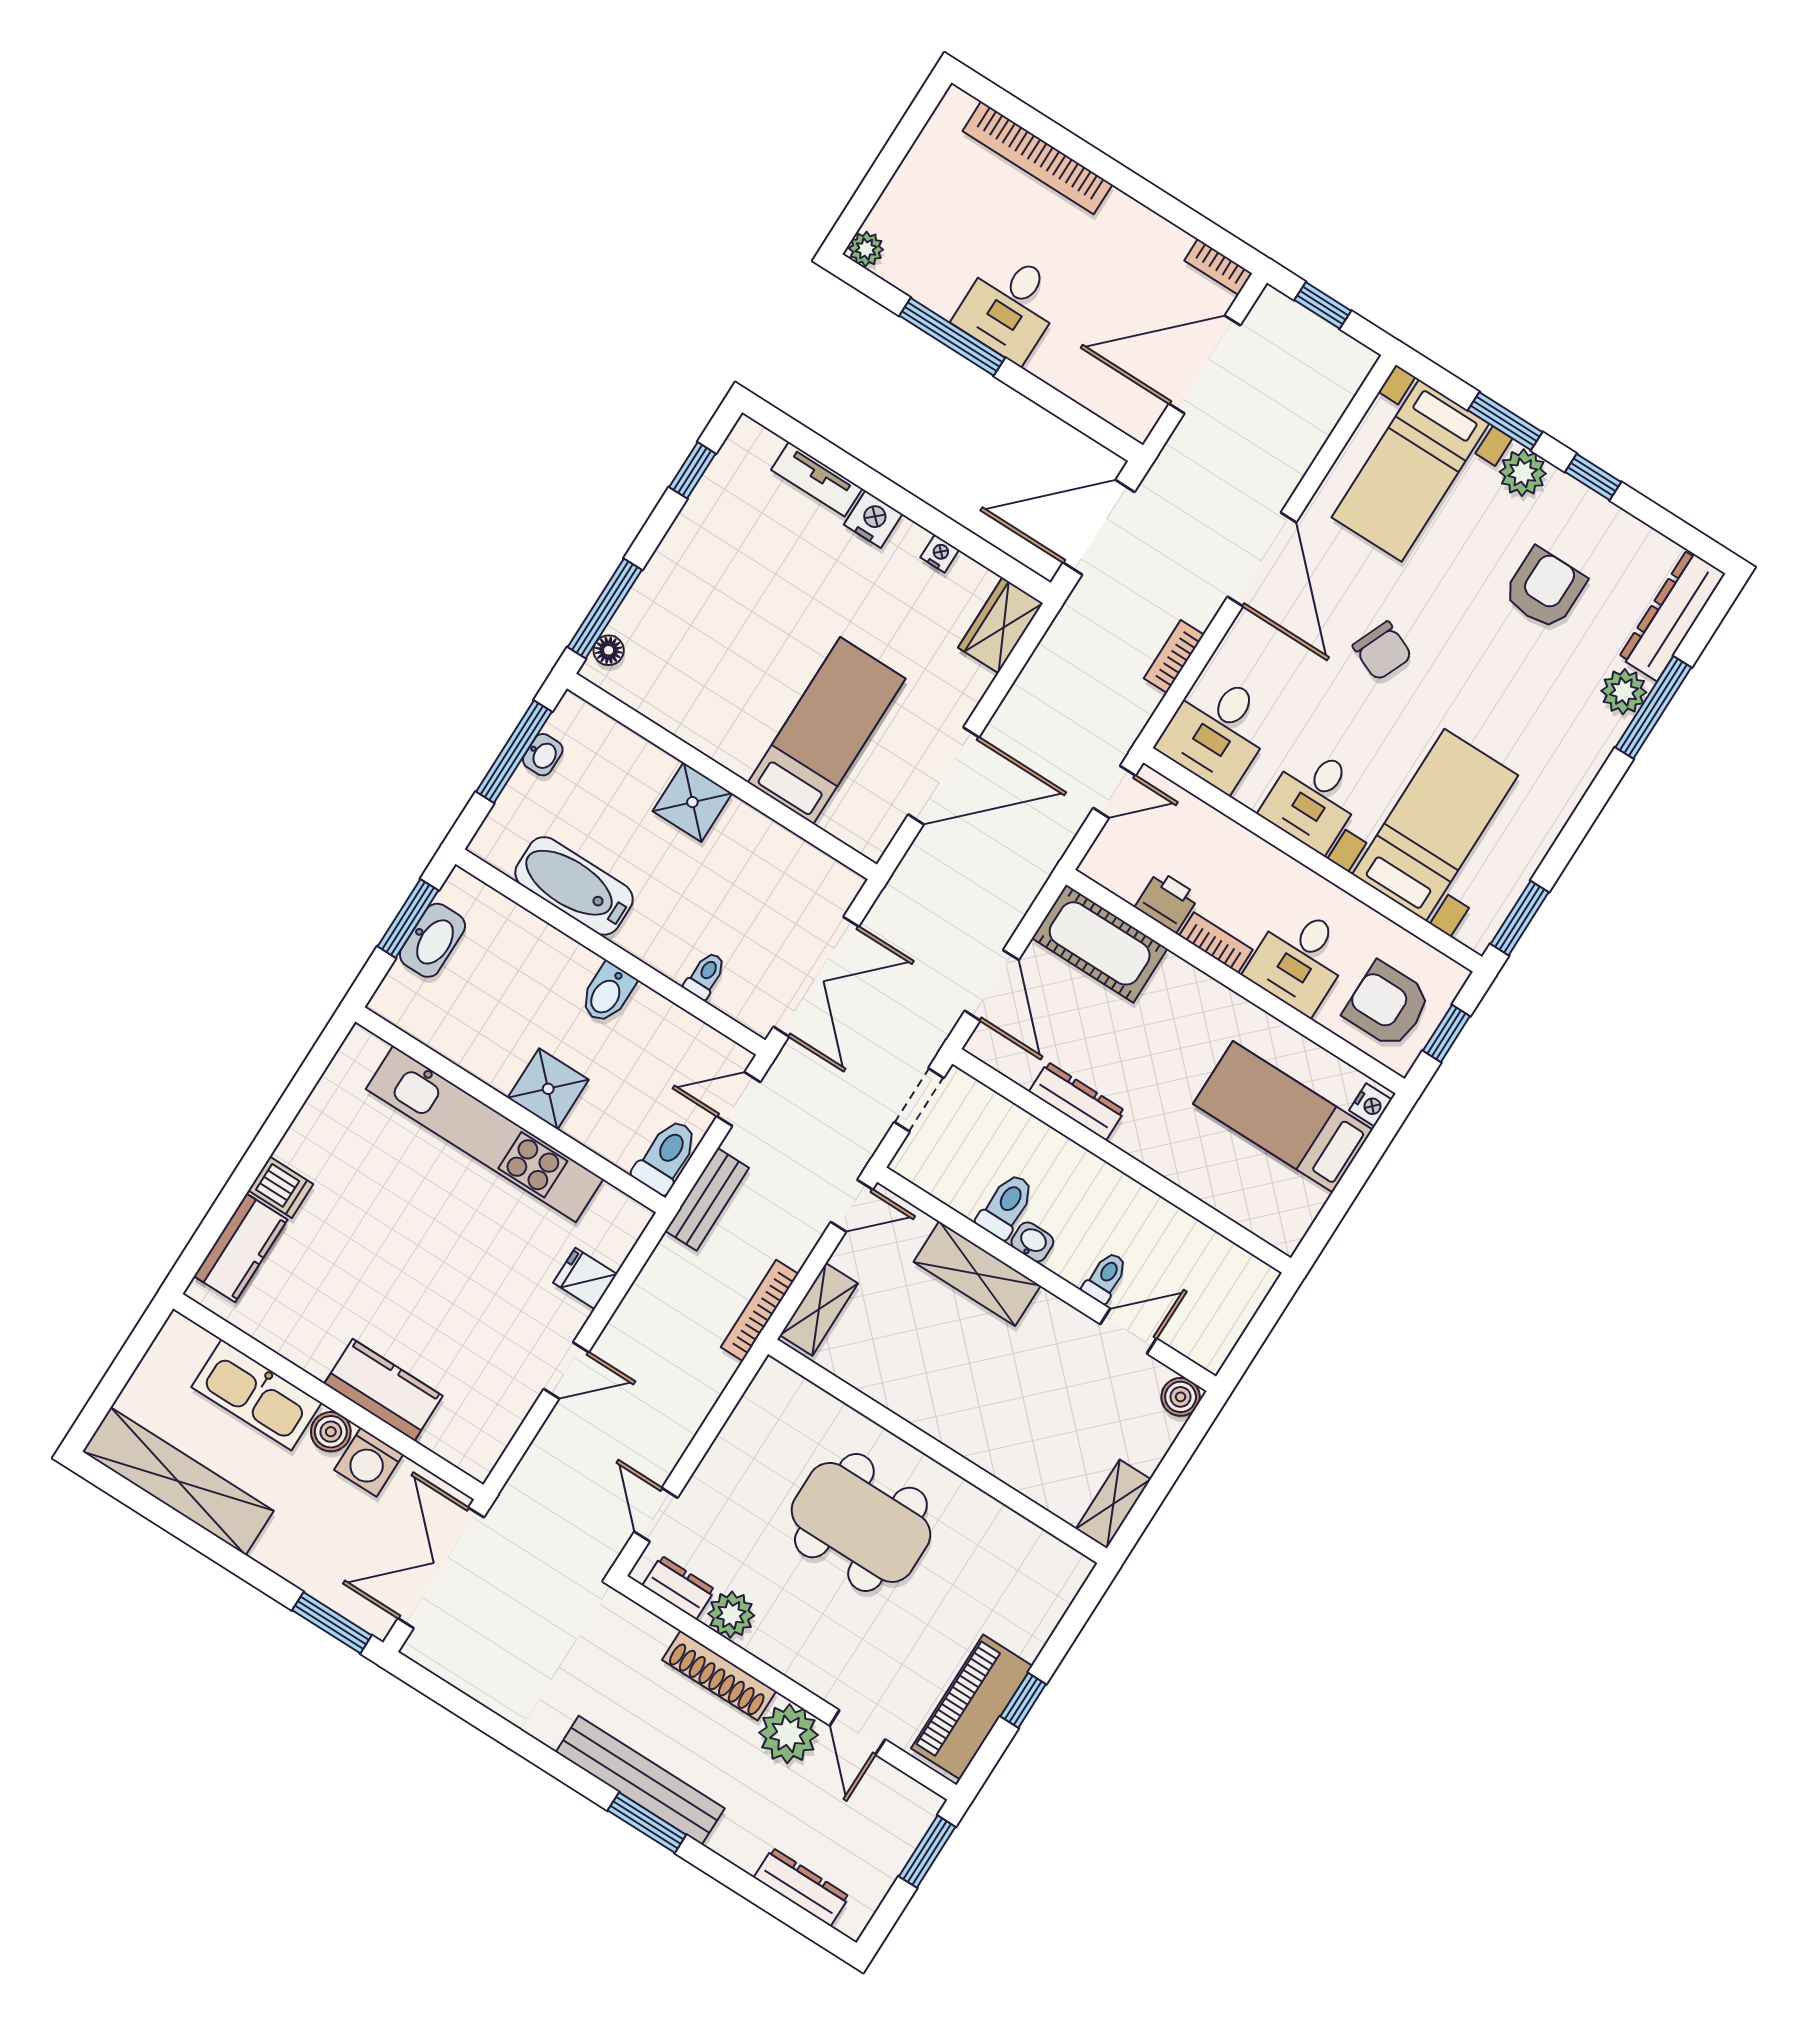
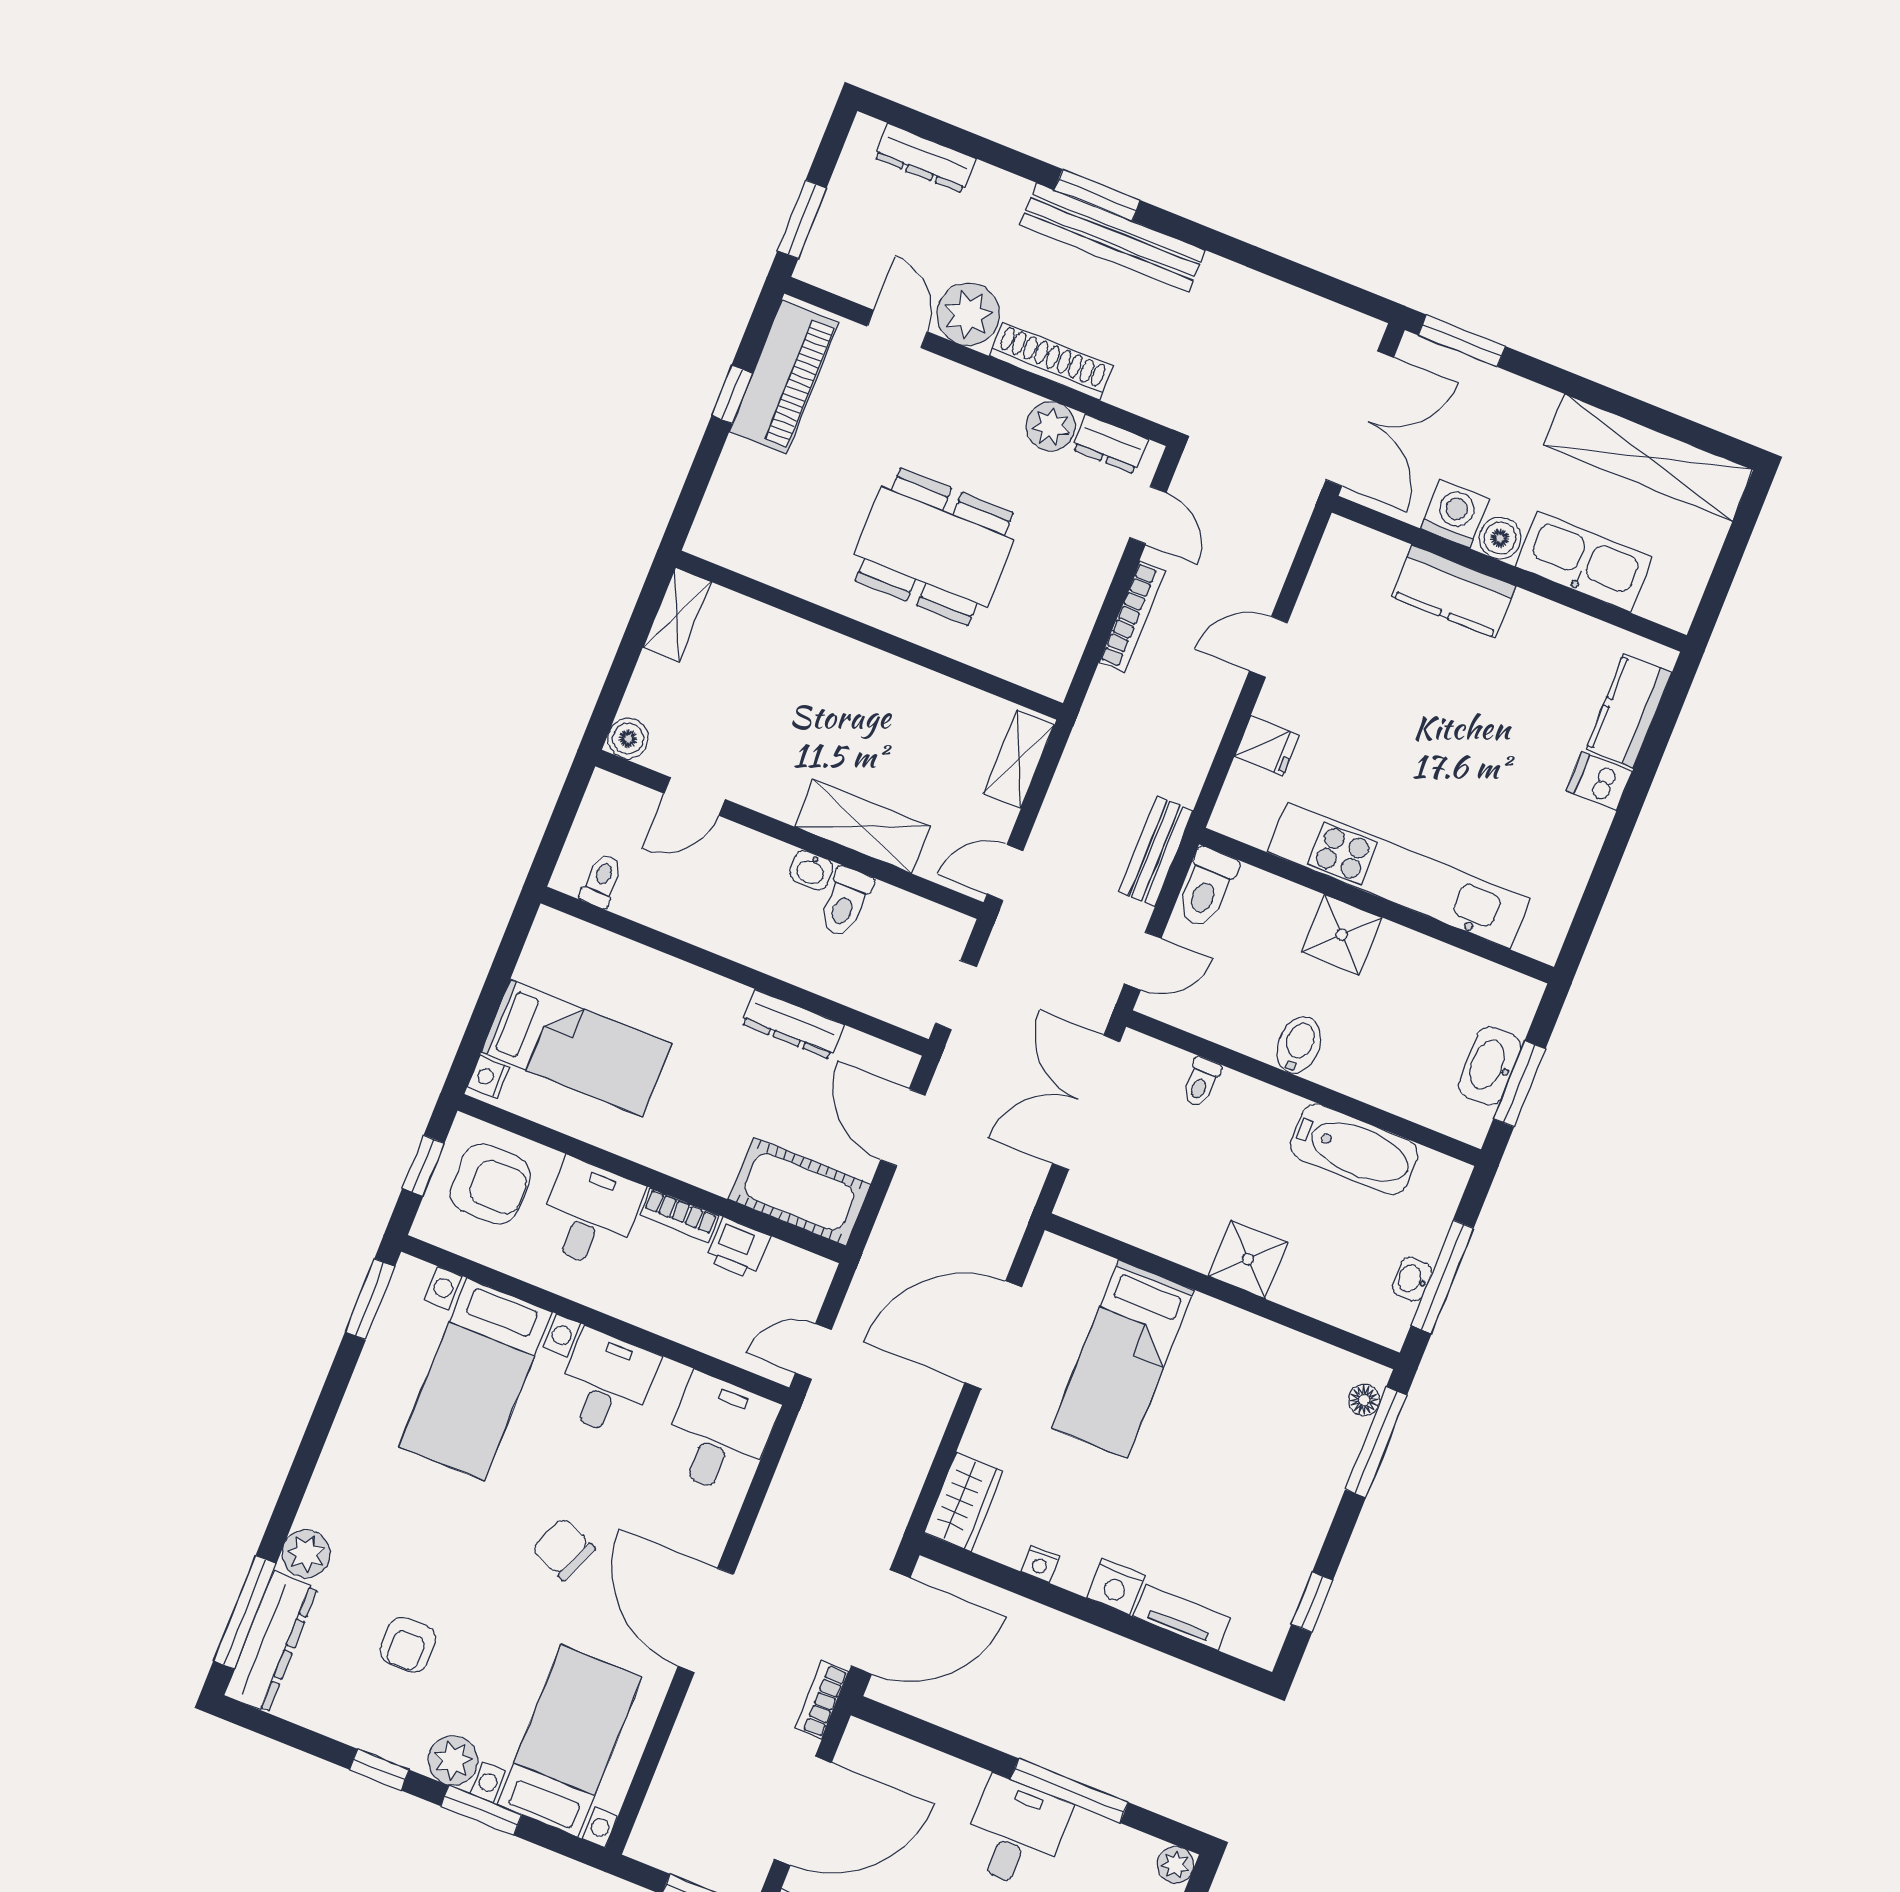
armchair: (1545, 589) -> (408, 1645), width x0.72, depth x0.72
bookcase: (1174, 657) -> (822, 1700), moved, turned 180
window: (1653, 707) -> (245, 1612), moved
toilet: (1105, 1277) -> (601, 881), moved, turned 180
bookcase: (760, 1310) -> (1132, 616), moved

